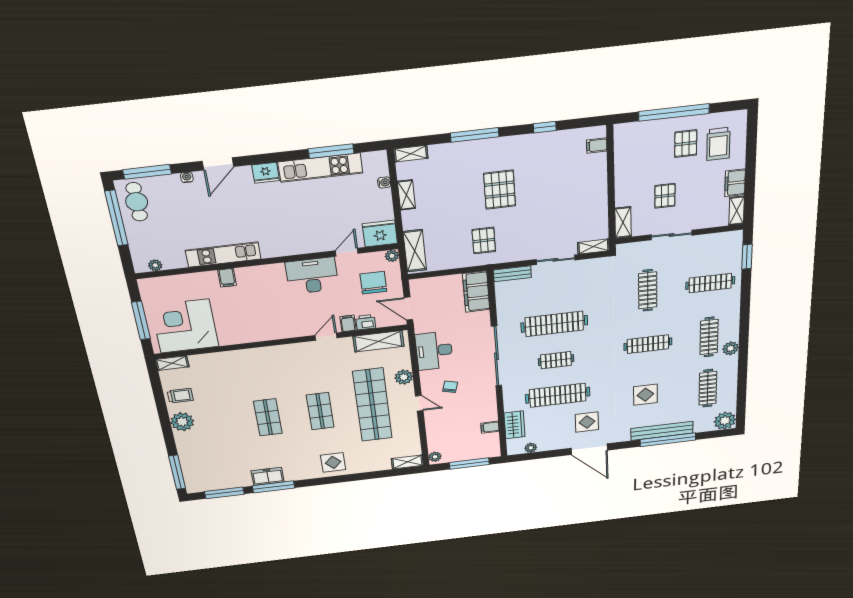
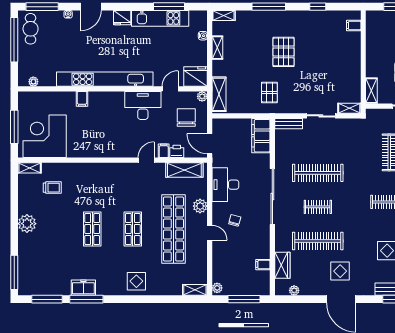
kitchen unit: (223, 255) -> (105, 79), width x1.86
trolley: (180, 396) -> (52, 188), moved

